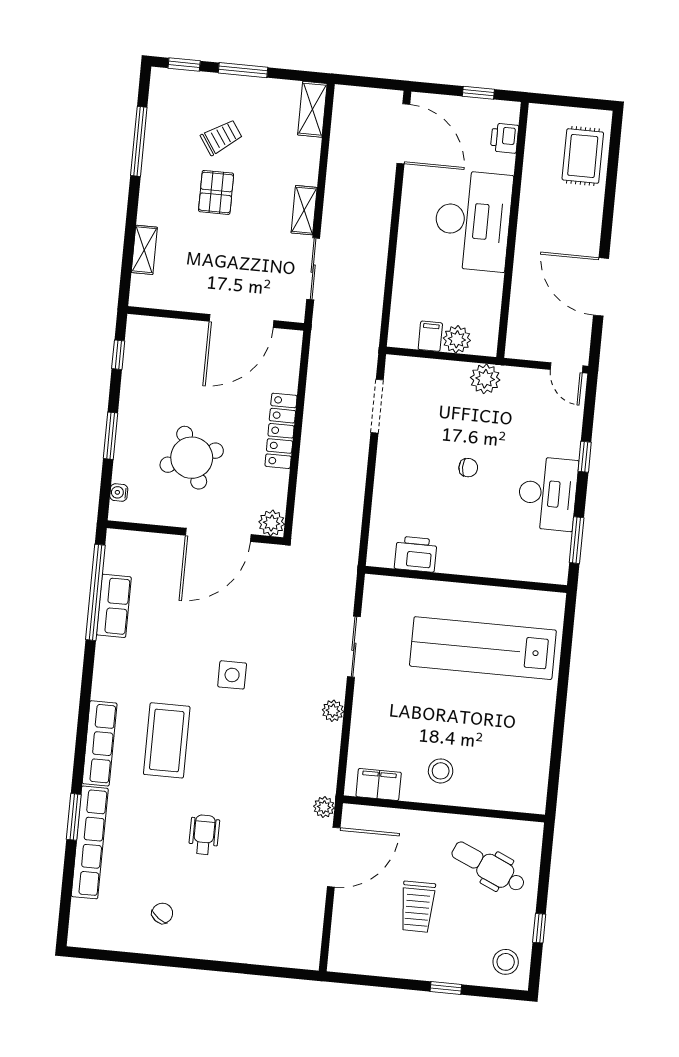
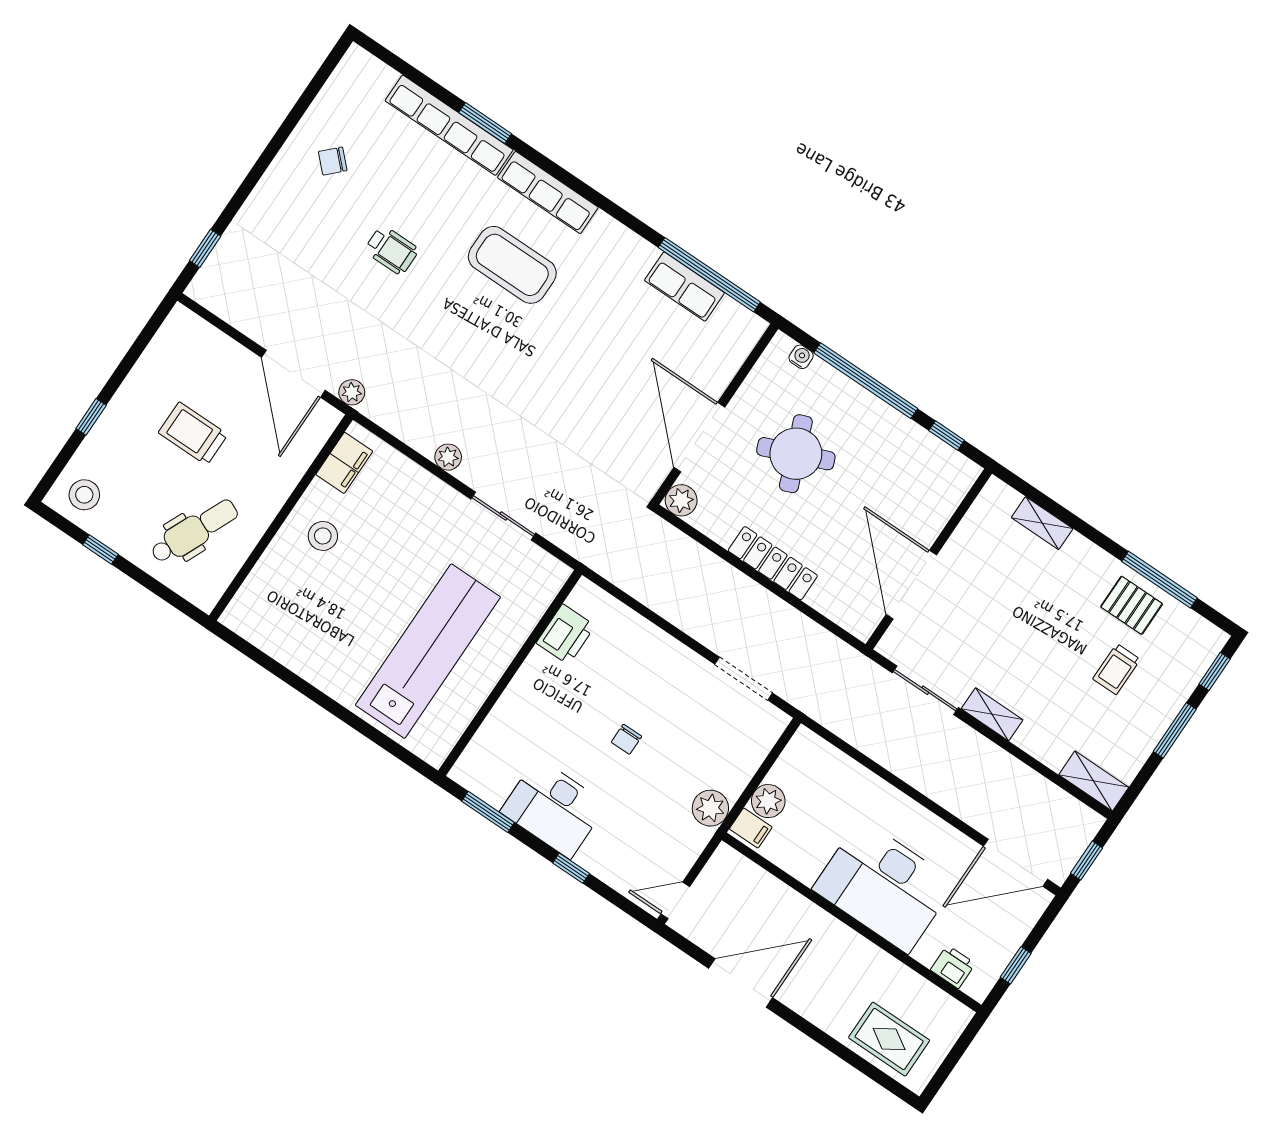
window: (373, 83) -> (1087, 861), added
trolley: (221, 137) -> (1116, 669), turned 34
pallet: (216, 192) -> (1132, 605), moved
filing cabinet: (430, 336) -> (751, 828), moved
window: (110, 436) -> (866, 381), width x2.11
side table: (232, 675) -> (544, 371), removed
chair: (162, 913) -> (333, 161), turned 99
window: (277, 972) -> (205, 248), added

